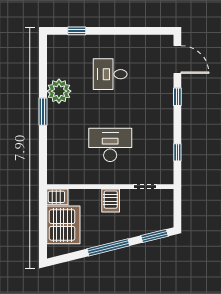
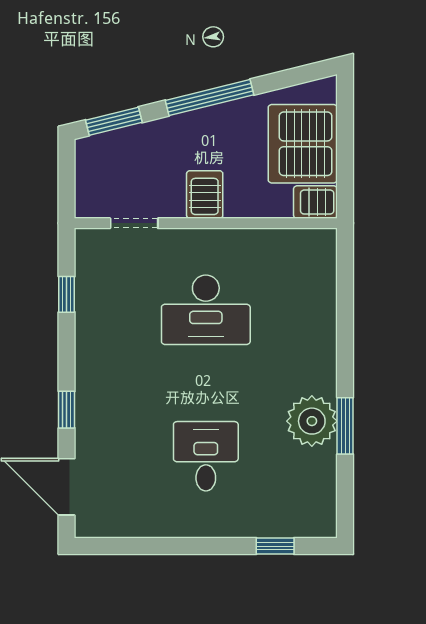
desk: (110, 74) -> (206, 456), turned -90
window: (43, 112) -> (345, 426), moved

